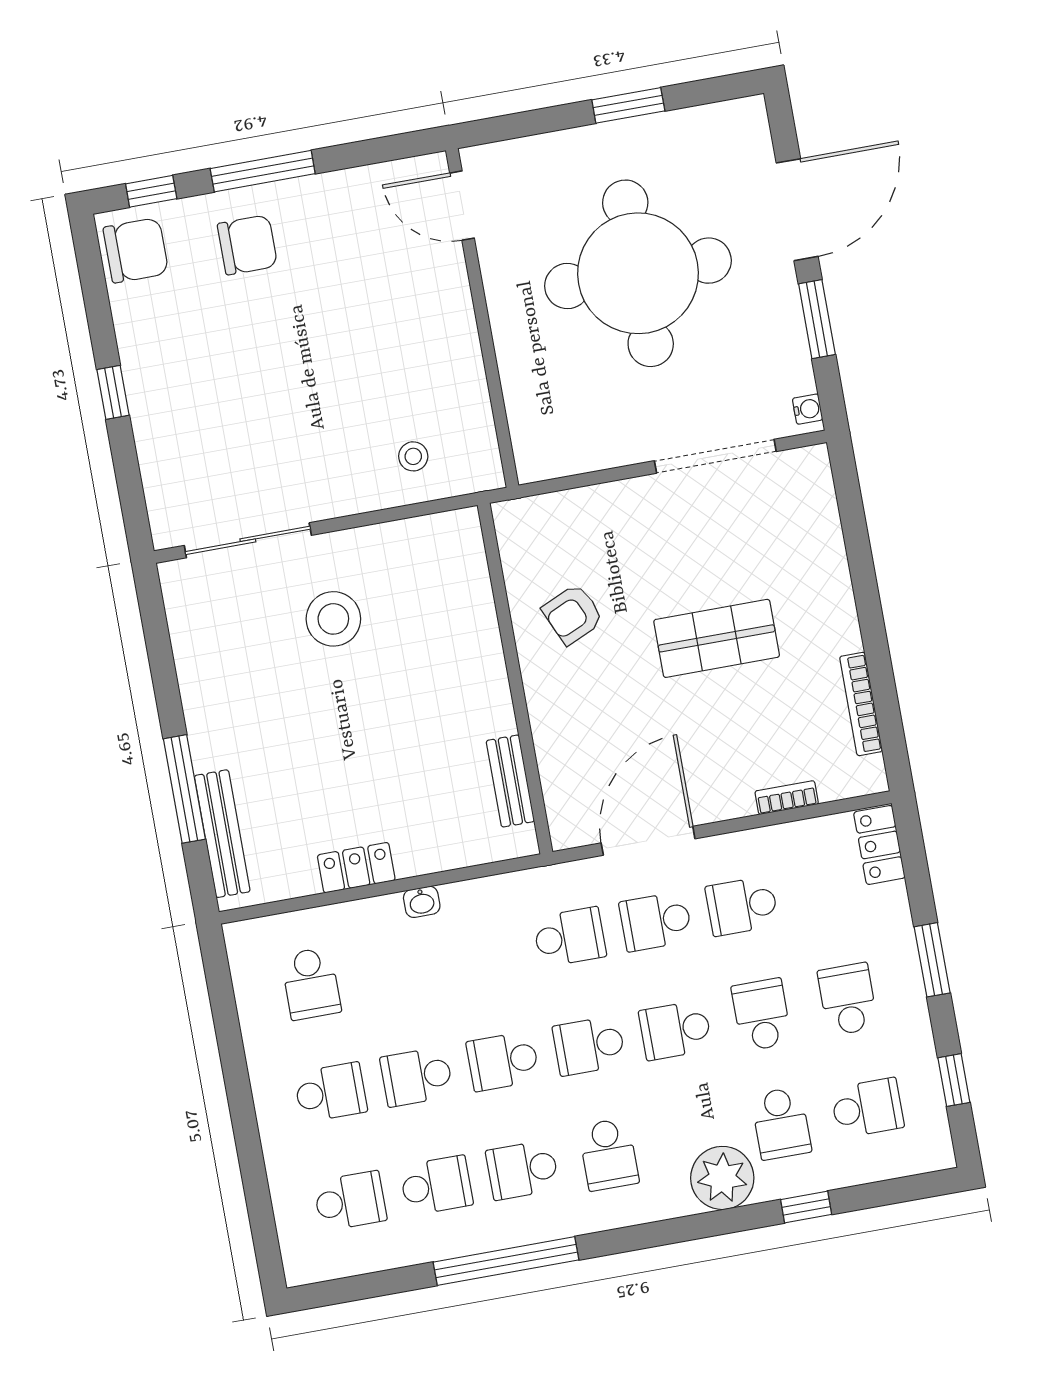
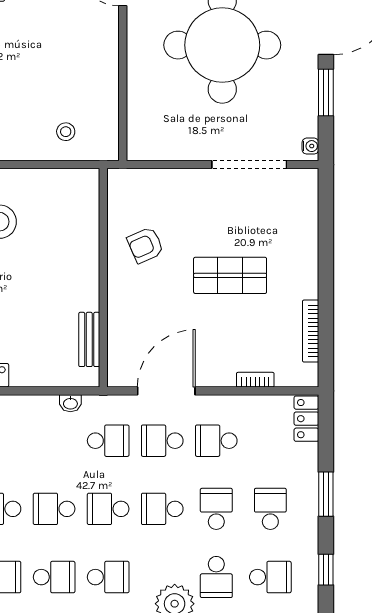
washbasin: (422, 902) -> (70, 403), moved
school desk: (609, 1154) -> (108, 577), turned -90
school desk: (522, 1170) -> (54, 577), turned 180

